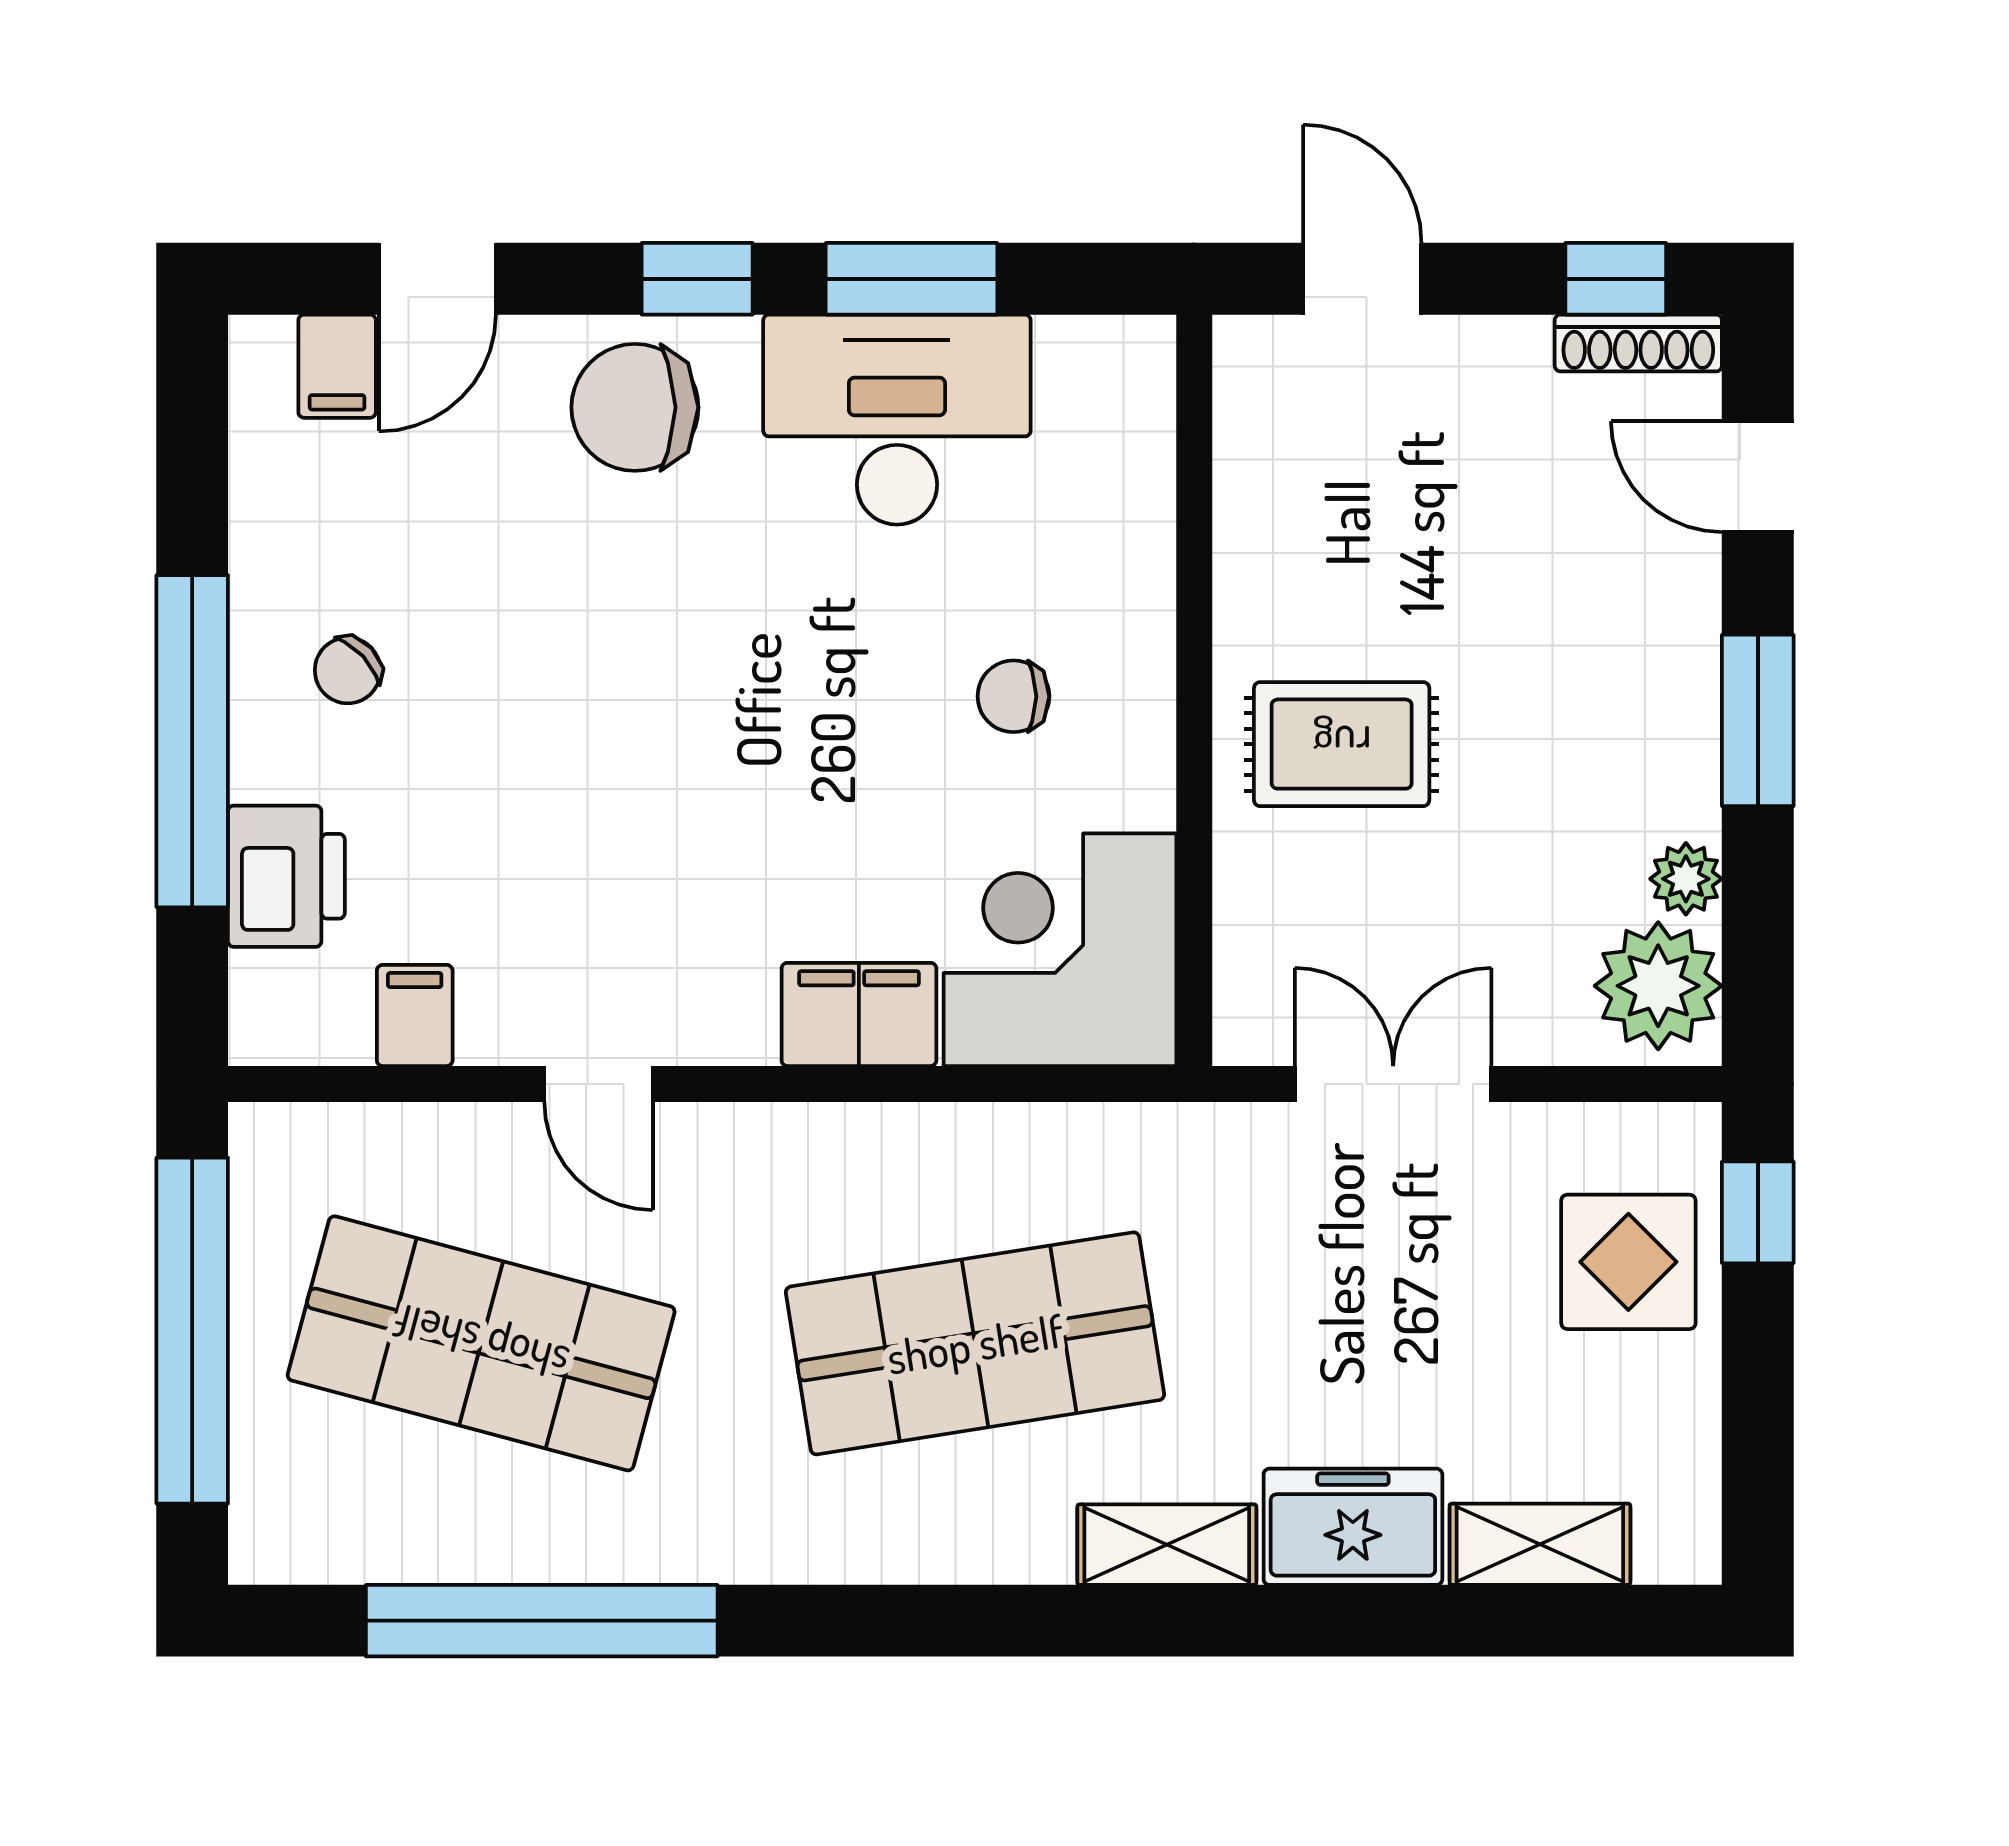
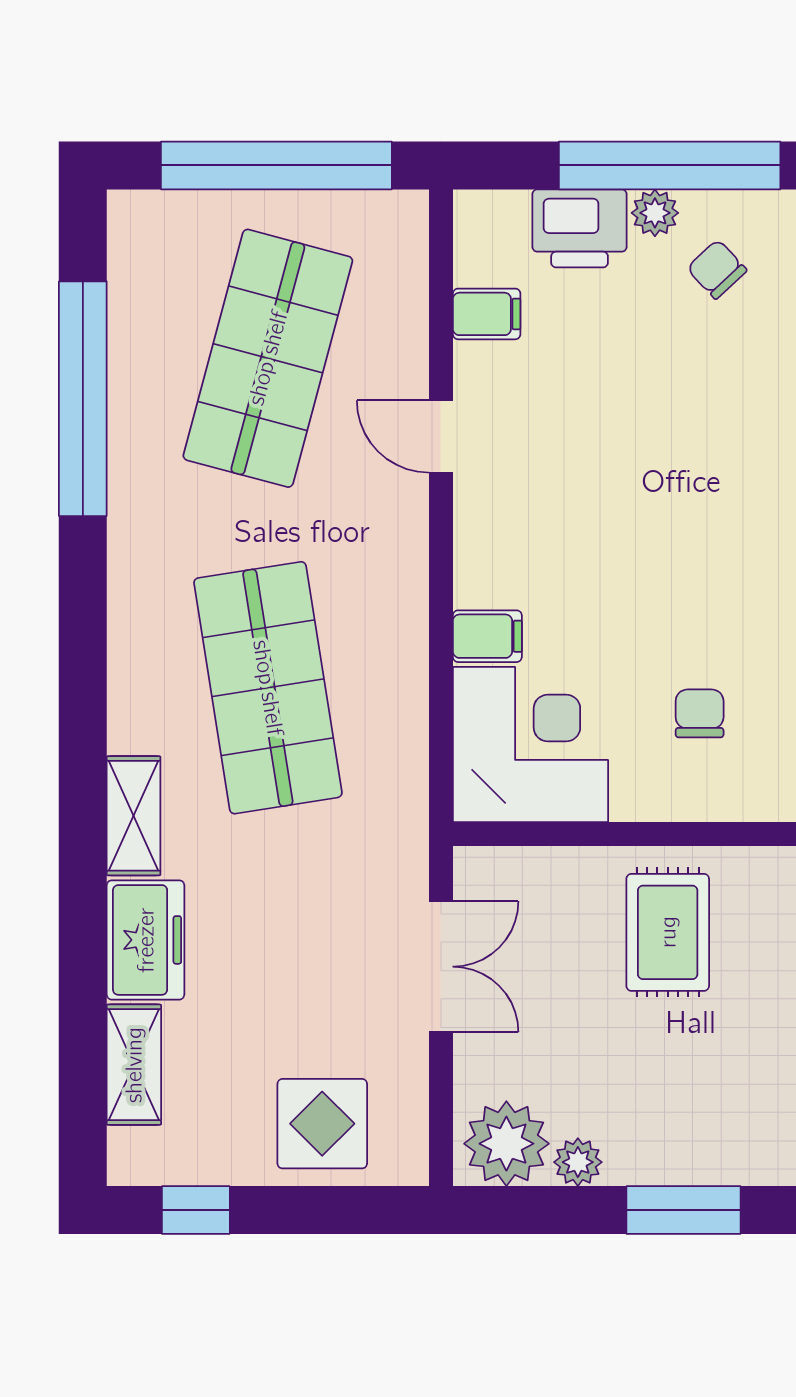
plant: (263, 763) -> (655, 213), added
filing cabinet: (859, 1014) -> (487, 636), width x0.50
door: (598, 1084) -> (441, 437), hinge flipped
window: (1758, 1212) -> (196, 1210), moved

